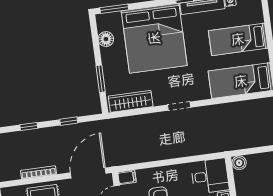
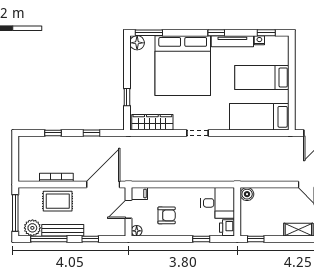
floor lamp: (106, 39) -> (137, 43), moved
window: (101, 79) -> (127, 97), width x0.67

